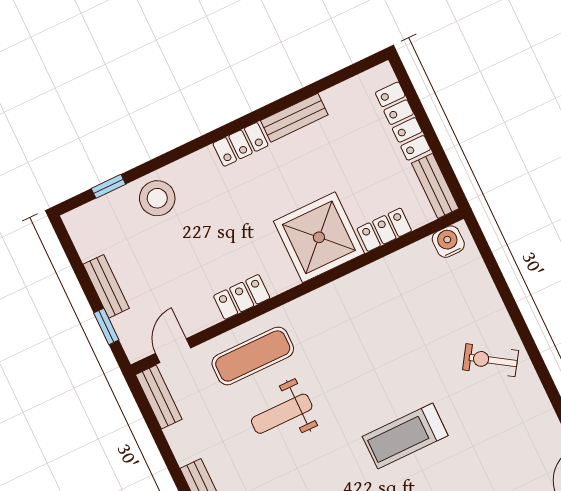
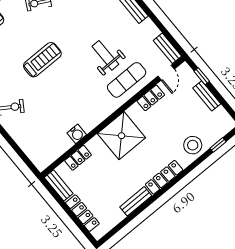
locker: (240, 144) -> (164, 177), width x1.53
shower: (319, 237) -> (121, 136), moved
water cooler: (448, 242) -> (77, 134), moved
locker: (242, 297) -> (151, 98), moved
weight bench: (282, 414) -> (105, 55), turned -90

